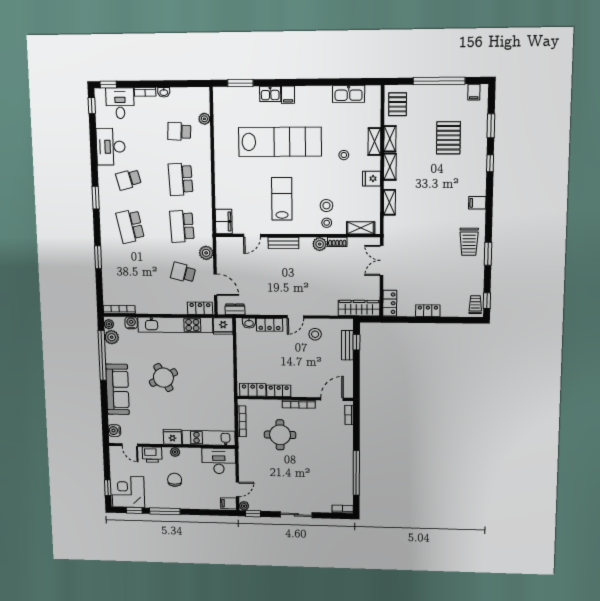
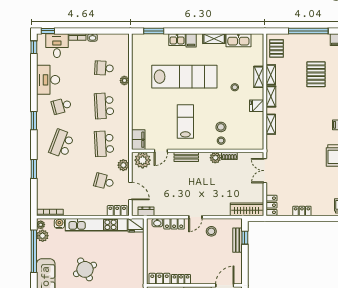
plant: (204, 119) -> (124, 81), moved
school desk: (130, 226) -> (62, 144), turned 33
shelving: (361, 228) -> (214, 39), moved
plant: (230, 247) -> (143, 160), added

